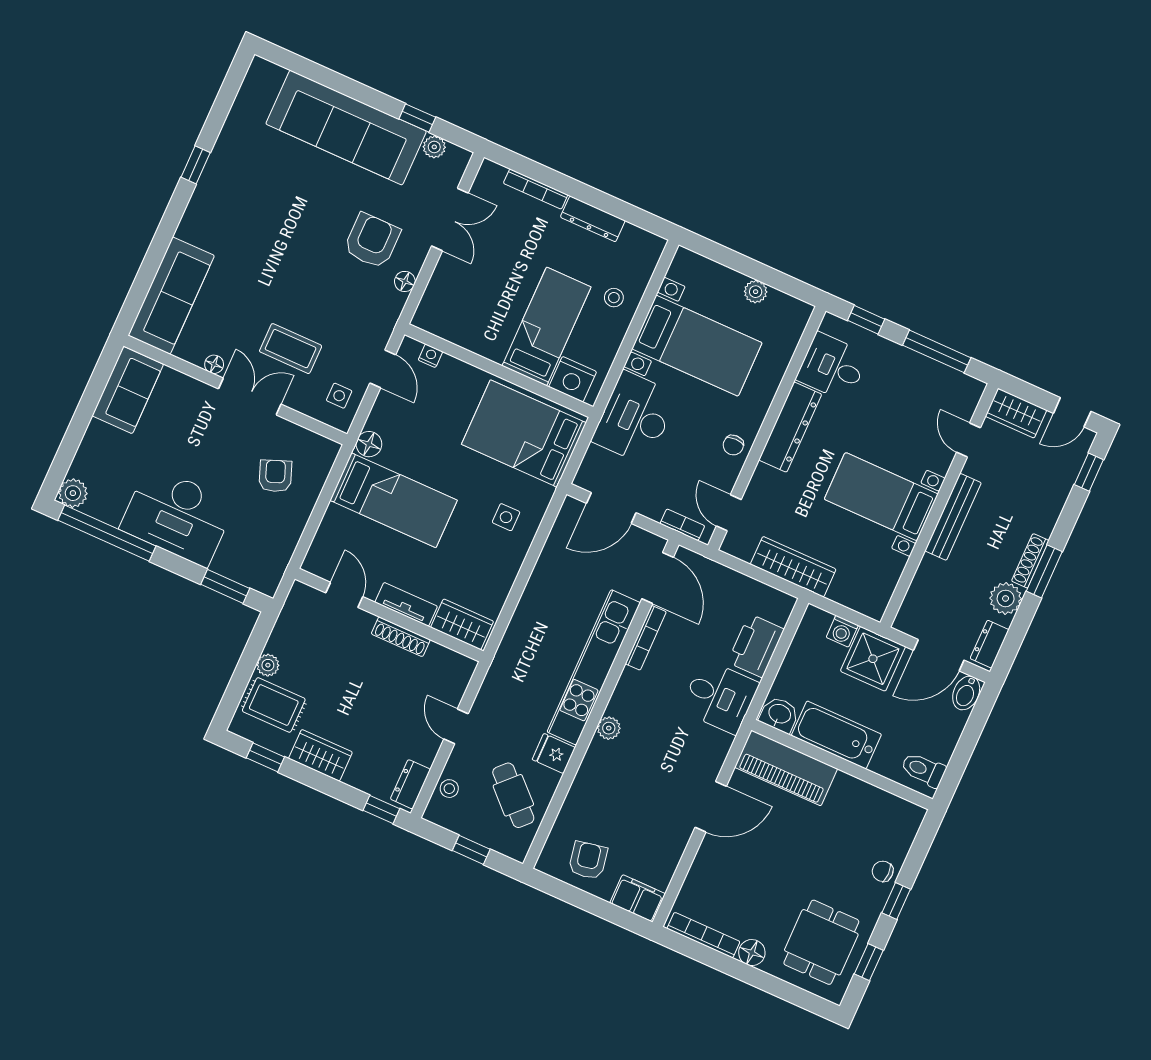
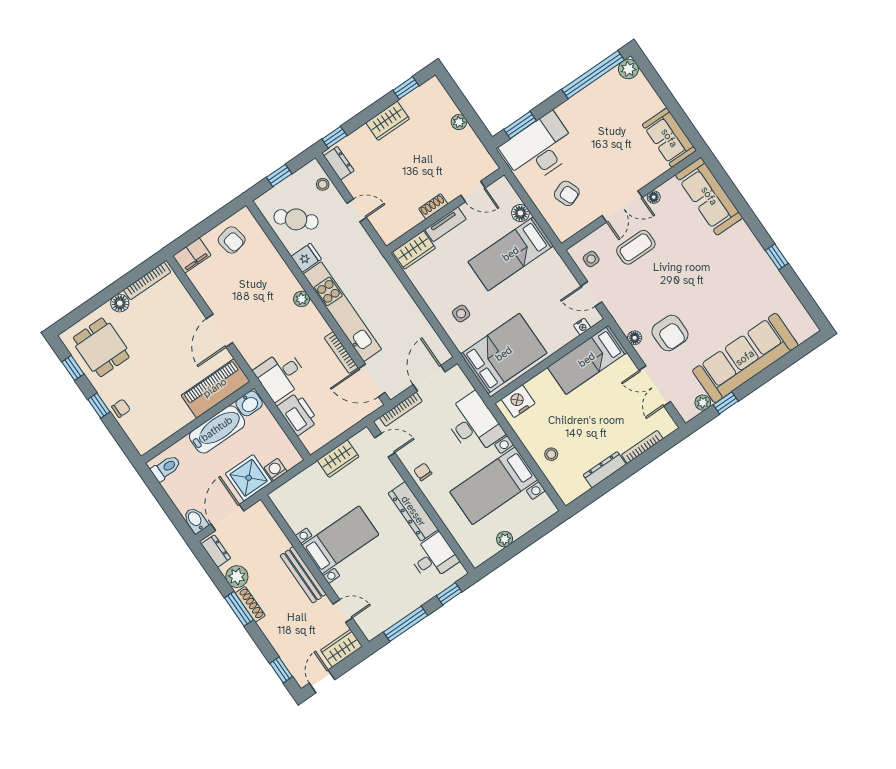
bed: (547, 326) -> (587, 360), moved, turned 90
floor lamp: (369, 444) -> (520, 213), moved
desk: (177, 516) -> (539, 149), moved
bookcase: (682, 525) -> (401, 409), width x1.56
wardrobe: (793, 567) -> (338, 459), width x0.67
shoe rack: (401, 637) -> (433, 206), width x0.70
rug: (274, 705) -> (434, 111), removed

